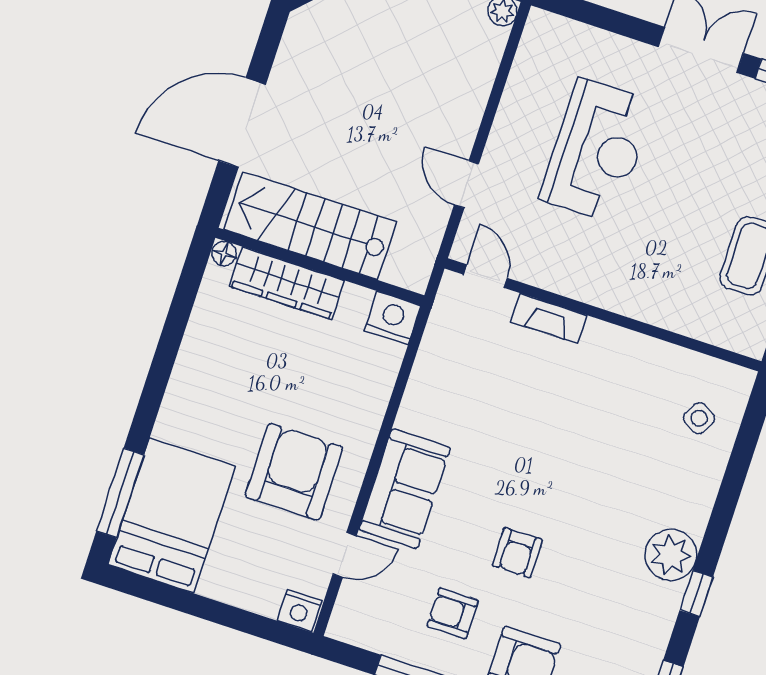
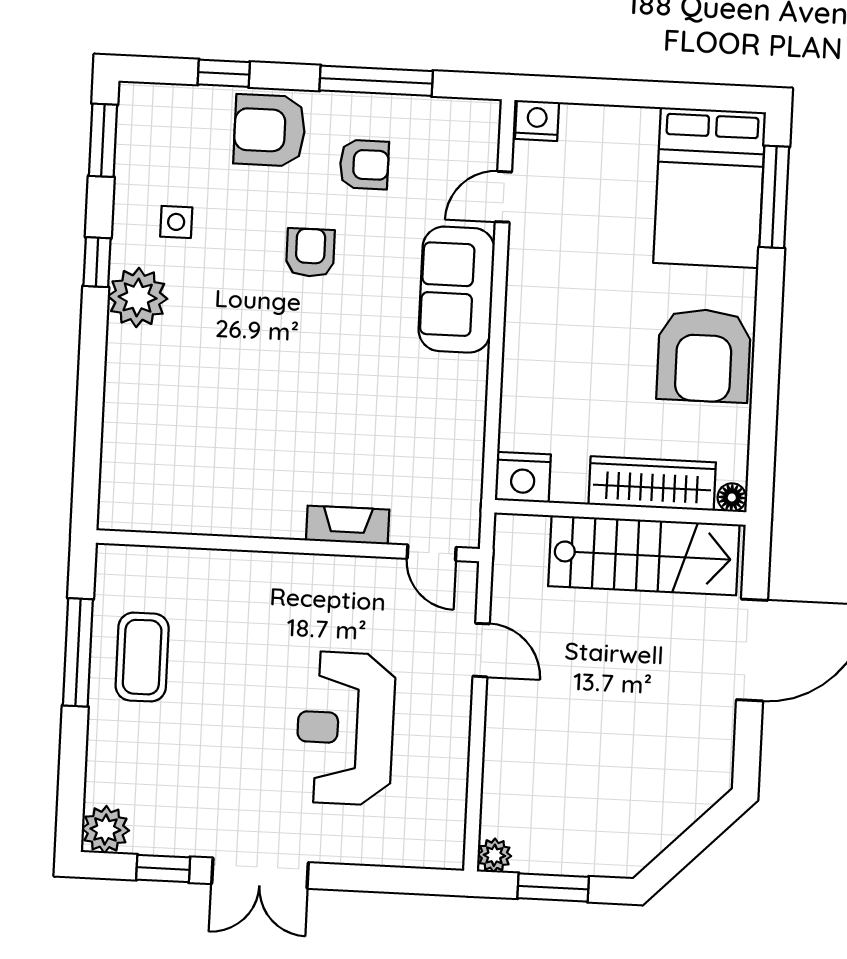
side table: (699, 418) -> (176, 222), moved, turned -30
armchair: (294, 472) -> (704, 355), moved

